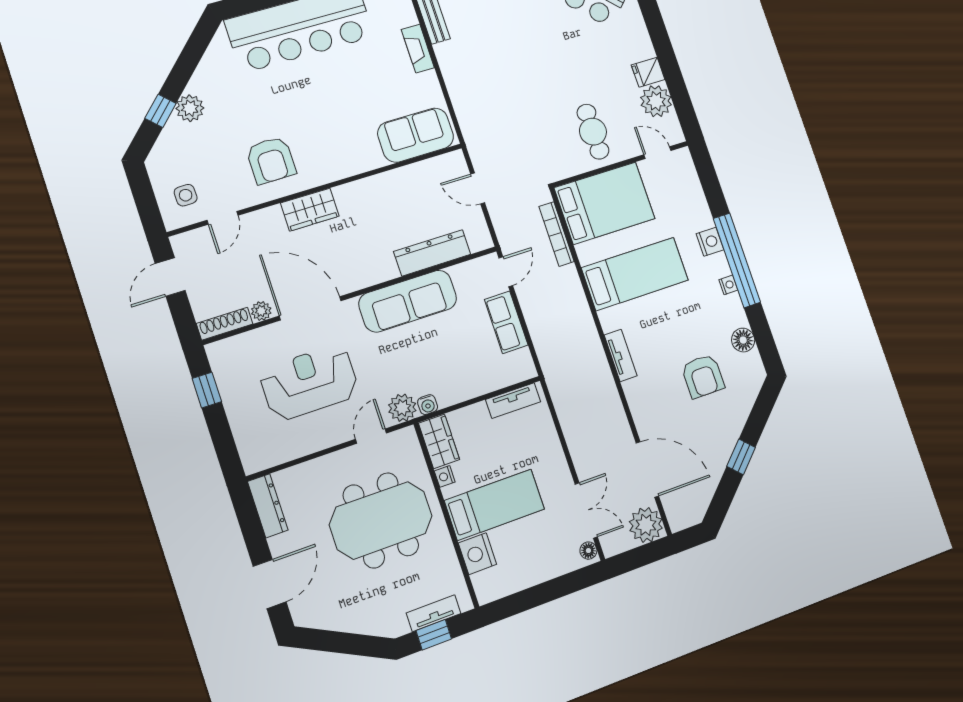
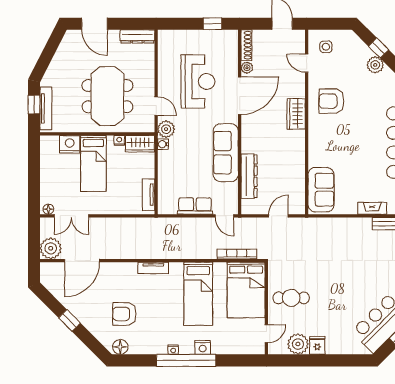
floor lamp: (743, 340) -> (120, 347), moved
tv unit: (434, 613) -> (46, 108), width x1.41

